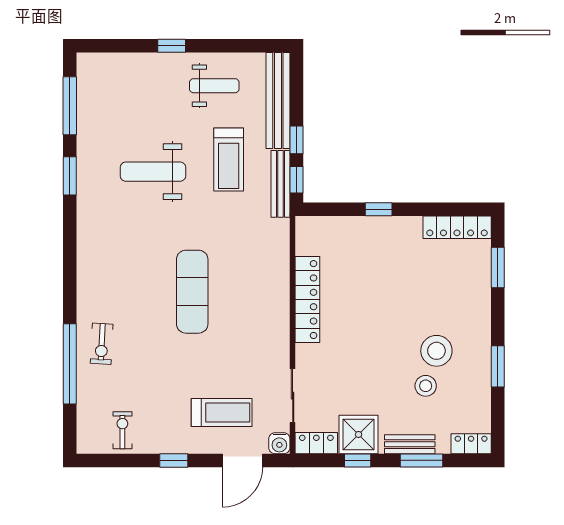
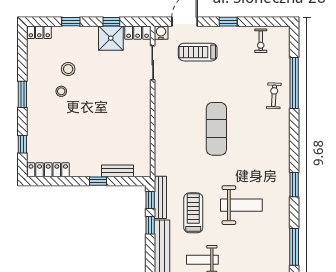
window: (70, 176) -> (294, 185), moved
window: (498, 267) -> (22, 144), width x0.67
locker: (307, 300) -> (143, 124), removed
stool: (436, 351) -> (61, 91), width x0.53, depth x0.53
window: (498, 366) -> (22, 94), moved
bench: (410, 444) -> (118, 171), moved
window: (421, 460) -> (71, 22), width x0.67

